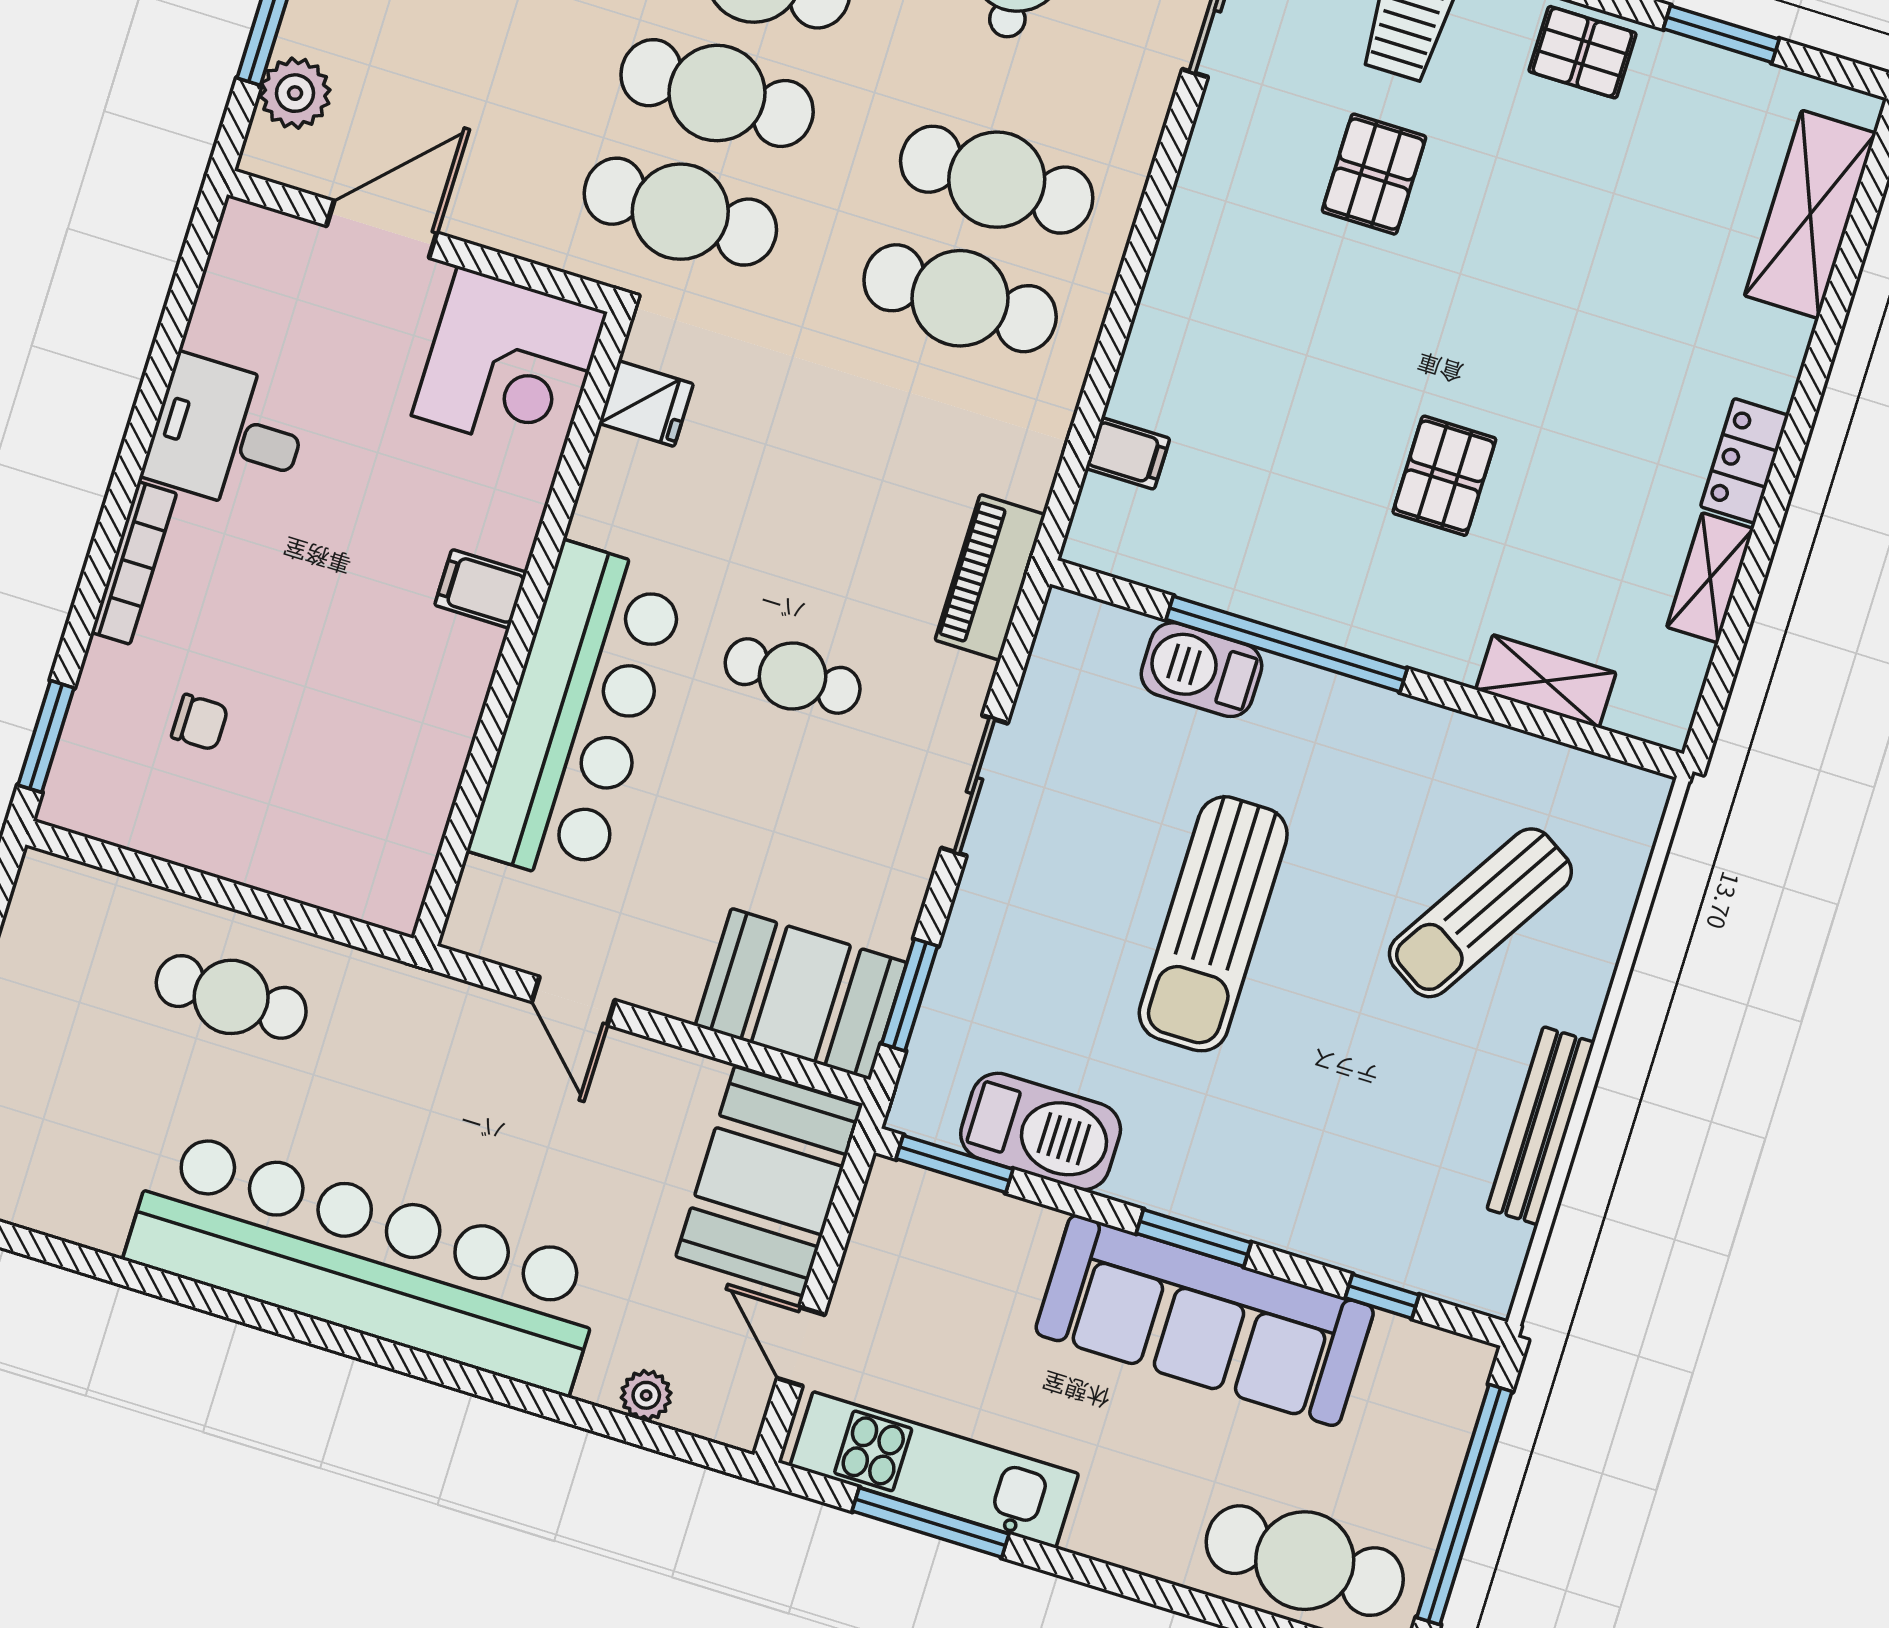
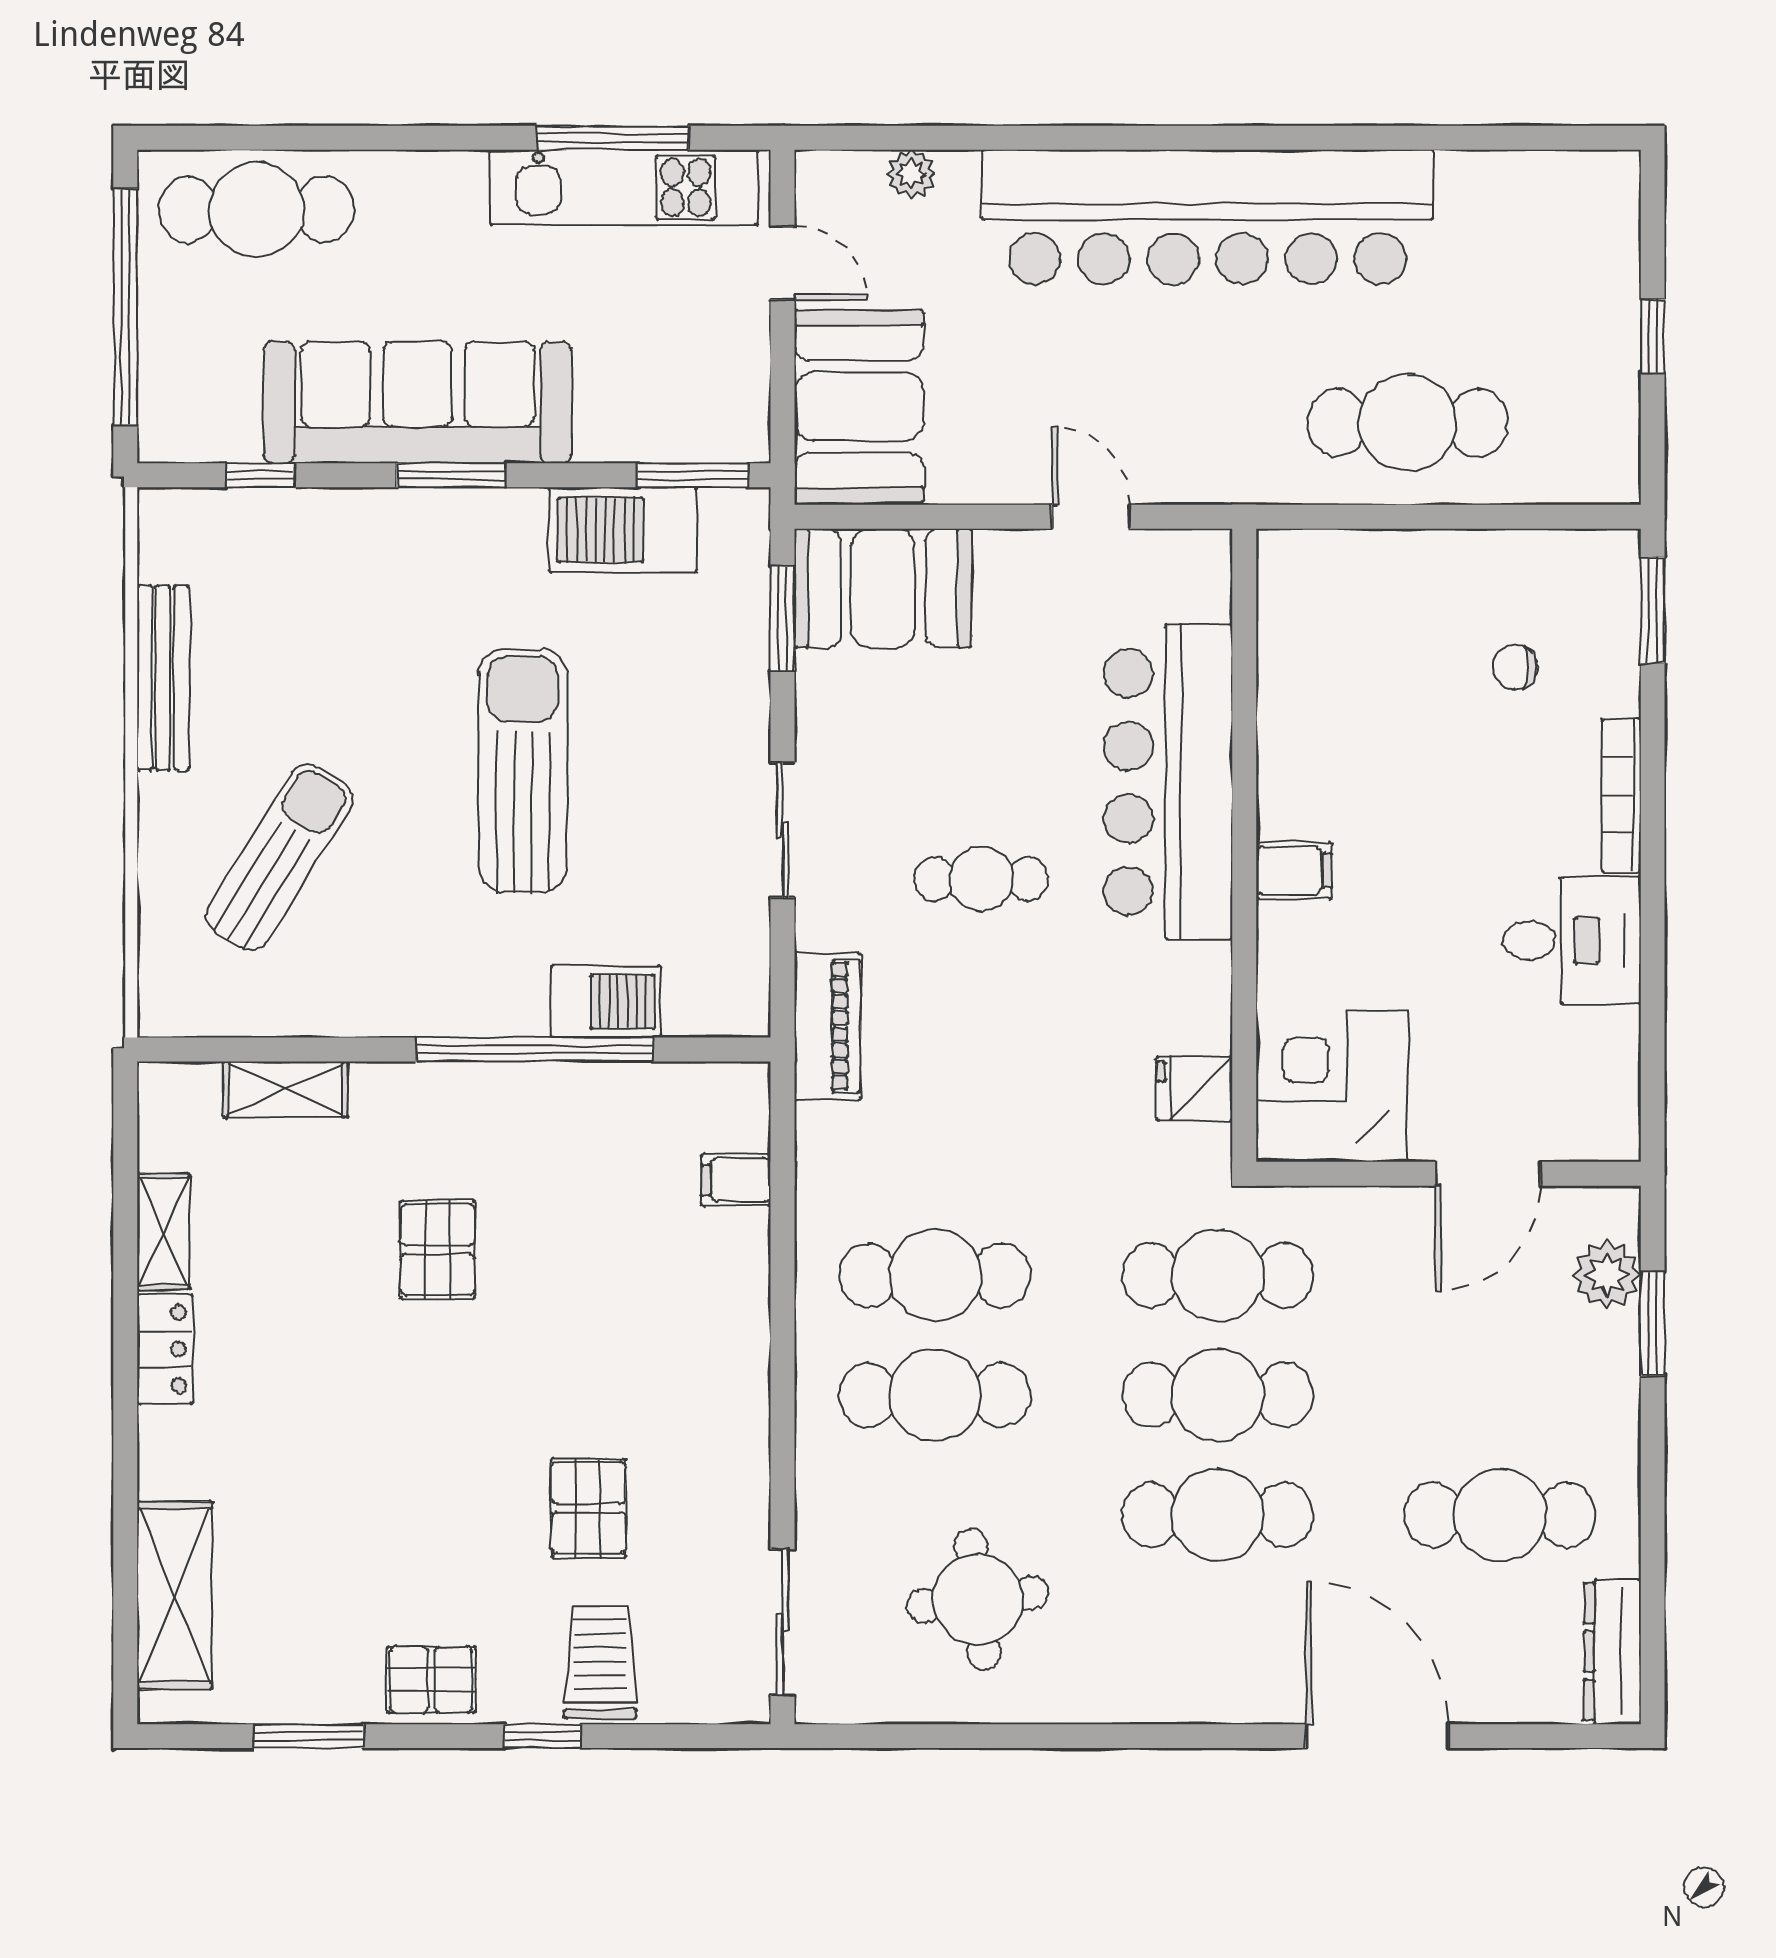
cafe table: (231, 997) -> (1408, 423), width x1.37, depth x1.35

